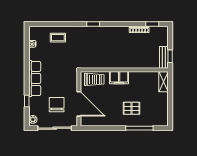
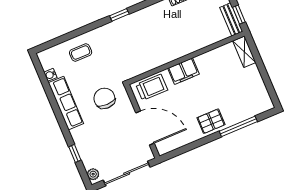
row of seats: (35, 78) -> (66, 103), moved
chair: (57, 105) -> (104, 98), moved
pallet: (131, 108) -> (211, 121), moved

